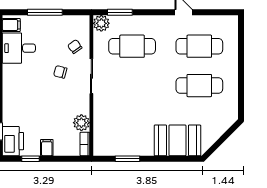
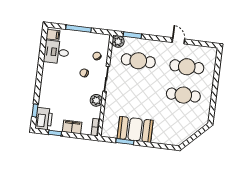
plant: (81, 123) -> (96, 100), moved
booth: (177, 140) -> (135, 129), moved
filing cabinet: (47, 148) -> (72, 127), width x2.00

